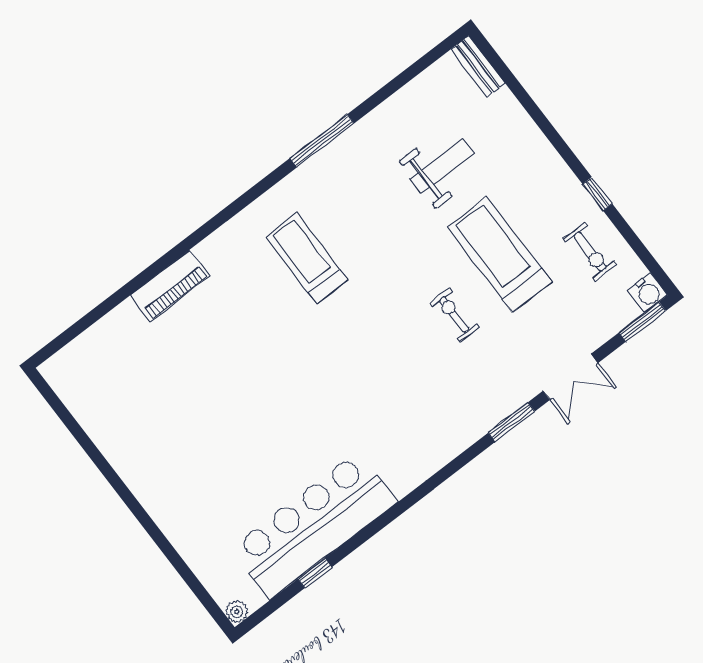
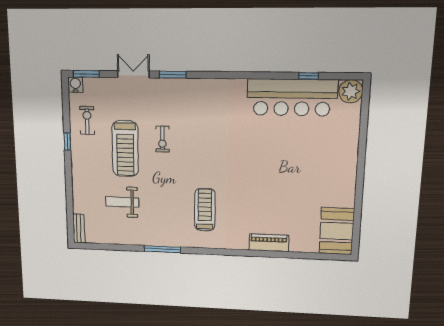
treadmill: (307, 258) -> (205, 210), turned 180
booth: (87, 385) -> (337, 231), added
plant: (237, 612) -> (351, 91), width x1.88, depth x1.88

